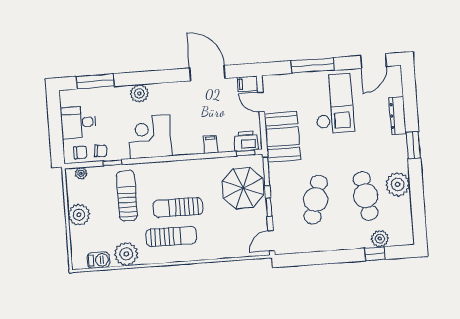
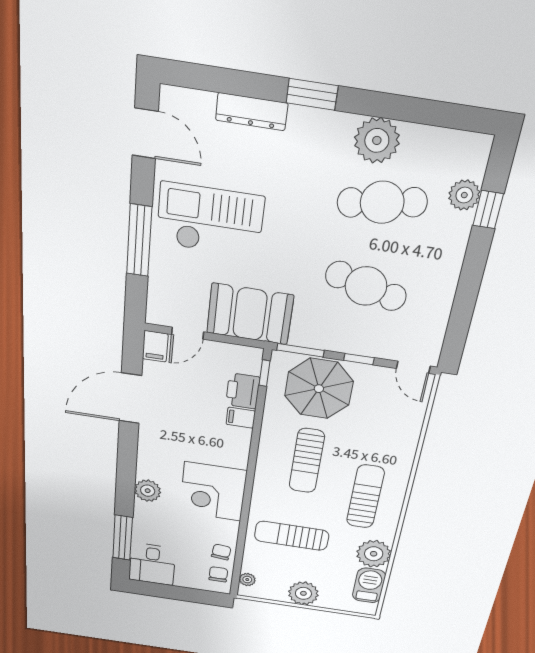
desk: (78, 122) -> (152, 564), moved
printer: (246, 141) -> (243, 391), moved
window: (112, 163) -> (241, 542), removed
sun lounger: (178, 208) -> (307, 461), moved
barbecue: (98, 260) -> (369, 585), width x1.38, depth x1.27

